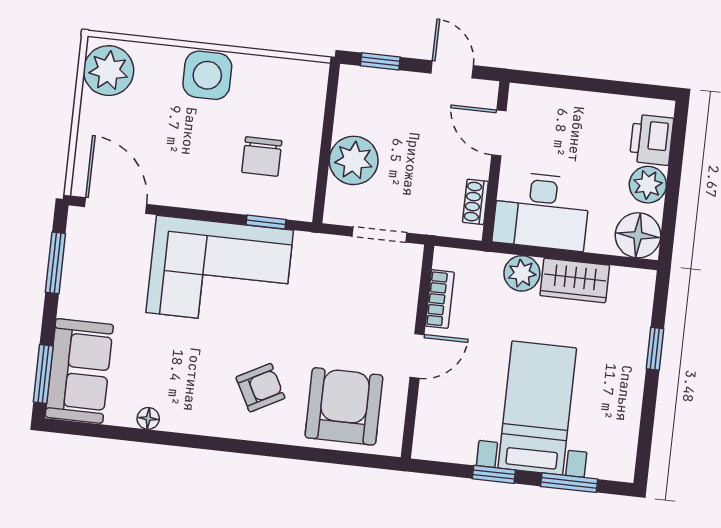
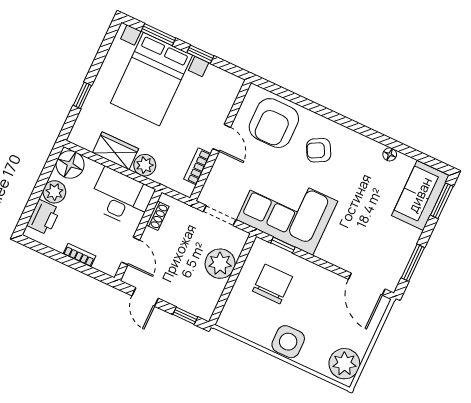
bookcase: (576, 100) -> (79, 255), added
chair: (262, 156) -> (273, 284), width x1.37, depth x1.37
corner sofa: (220, 271) -> (287, 210), moved
door: (417, 356) -> (222, 138), swing flipped
bed with nightstands: (537, 408) -> (151, 79), width x1.36

